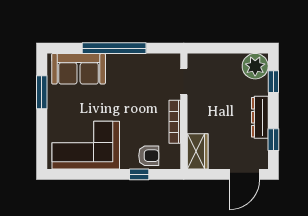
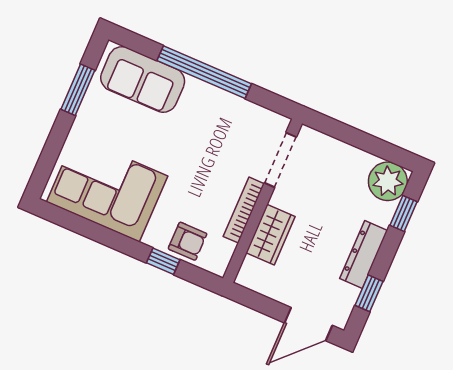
doorway: (184, 81) -> (280, 160), width x1.38
wardrobe: (198, 151) -> (270, 235), moved

